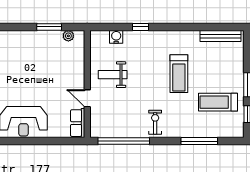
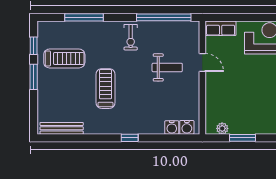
window: (140, 27) -> (130, 138), moved
water cooler: (102, 37) -> (187, 127), added
weight bench: (113, 75) -> (167, 67), moved
row of seats: (78, 123) -> (221, 28), moved, turned 90

